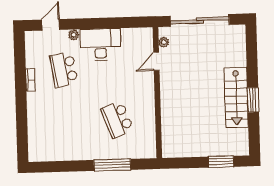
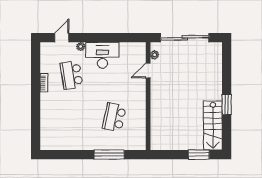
stairs: (236, 97) -> (213, 125), moved
school desk: (117, 119) -> (114, 117), turned 33

